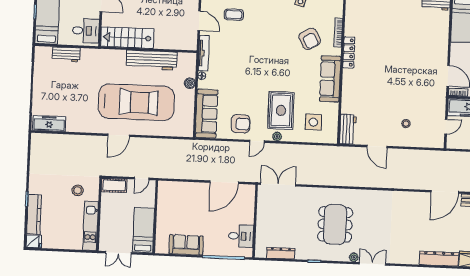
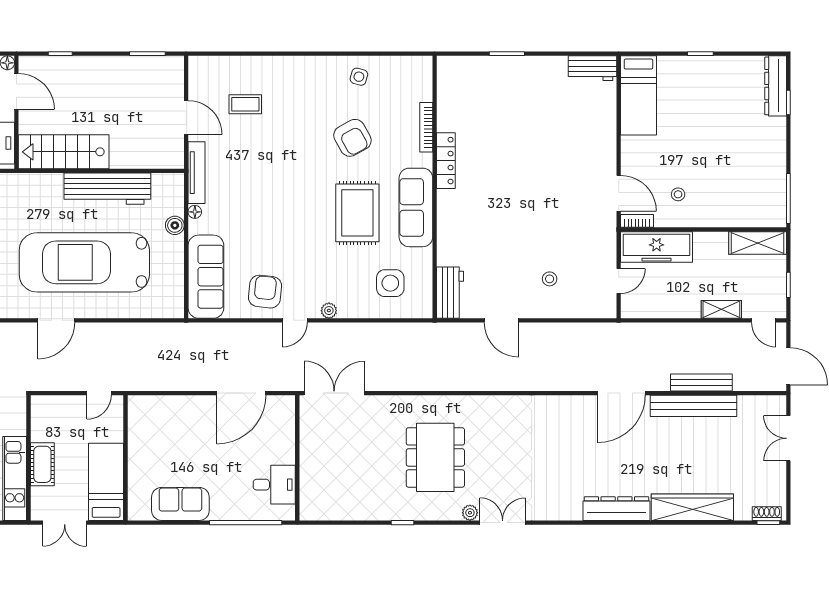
armchair: (310, 39) -> (352, 138), moved
car: (136, 102) -> (84, 262), turned 180
rug: (281, 110) -> (357, 213), moved
armchair: (241, 124) -> (265, 292), turned -84
cot: (114, 185) -> (42, 464), moved, turned 90
dresser: (281, 253) -> (344, 511), removed

